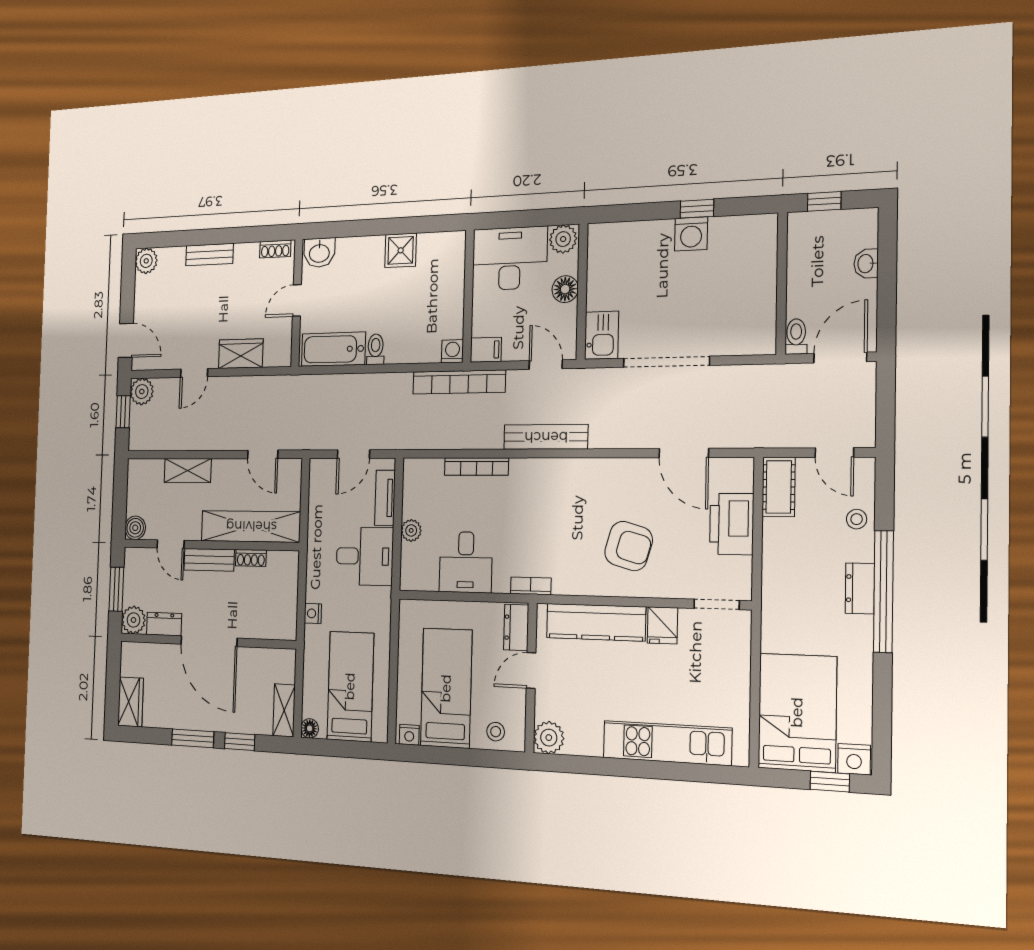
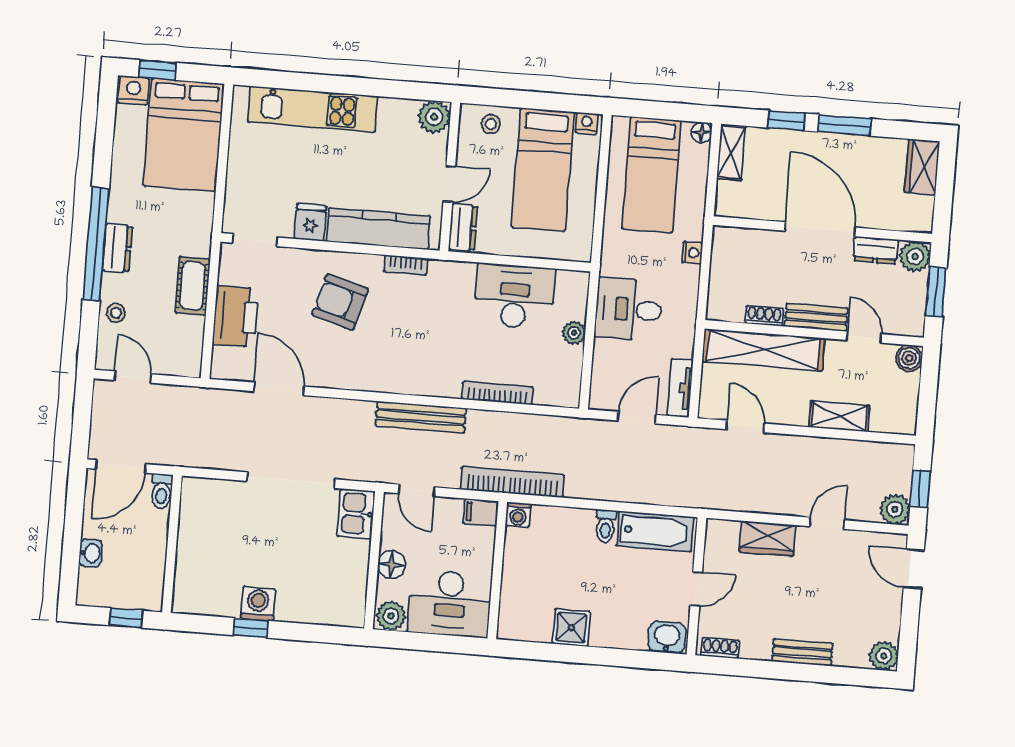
cot: (779, 487) -> (193, 286), moved
tv unit: (385, 498) -> (680, 388), moved, turned 180
desk: (466, 562) -> (515, 296), width x1.37
bookcase: (531, 586) -> (406, 265), moved

